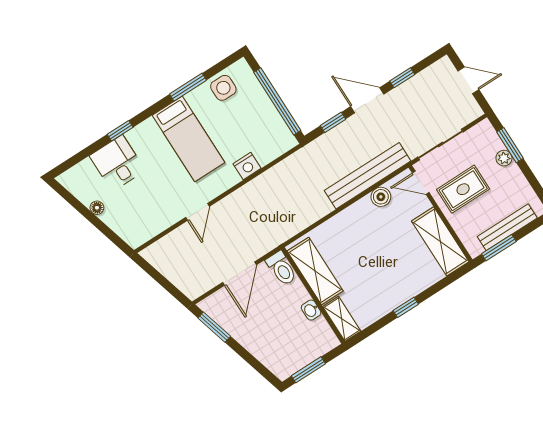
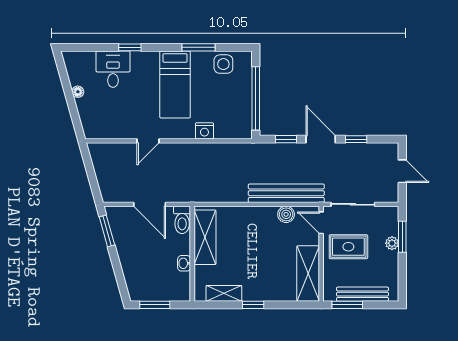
door: (239, 274) -> (150, 204), hinge flipped
shelving: (342, 319) -> (224, 293), moved, turned 90

